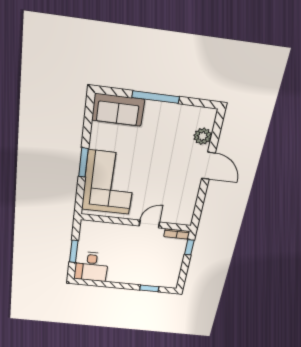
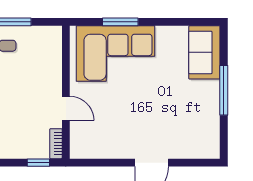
plant: (203, 136) -> (186, 149), removed
window: (83, 163) -> (120, 22), moved

